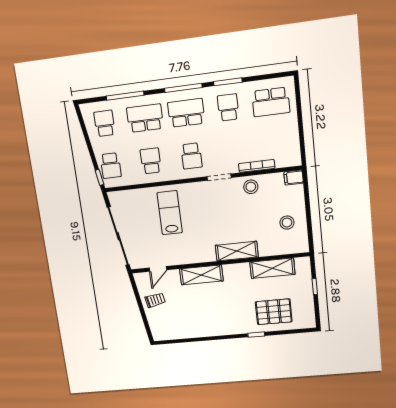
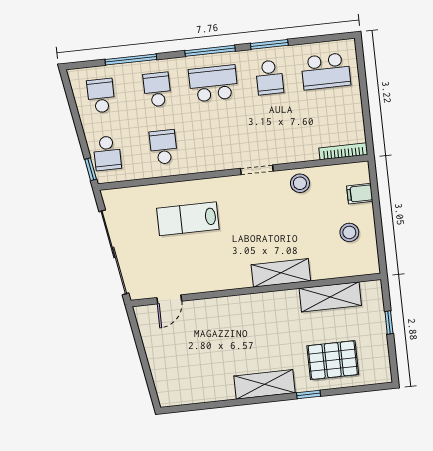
school desk: (228, 107) -> (270, 77), turned 180
school desk: (145, 118) -> (157, 90), width x0.54
school desk: (192, 156) -> (220, 141), removed
bookcase: (257, 166) -> (343, 151), moved
filing cabinet: (294, 178) -> (360, 194), moved
lab bench: (170, 213) -> (188, 219), turned -90
shelving: (201, 275) -> (264, 384), moved
trolley: (155, 300) -> (164, 346), removed

